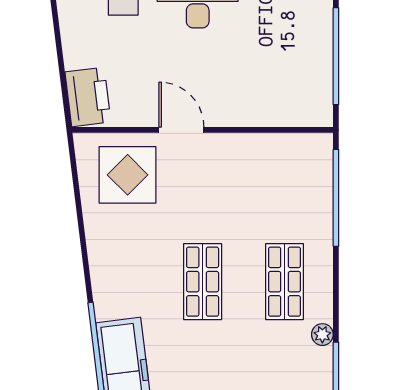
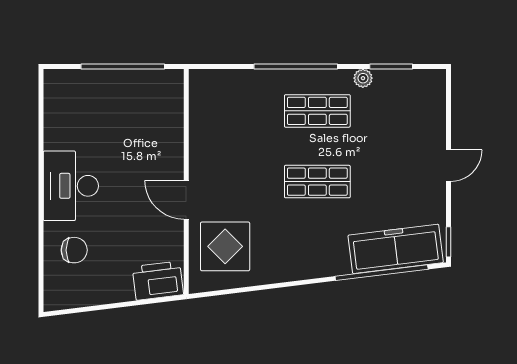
door: (181, 130) -> (186, 200), hinge flipped
window: (336, 198) -> (296, 66), moved

